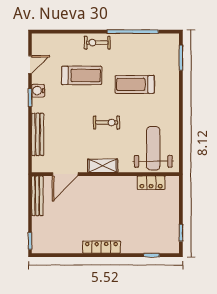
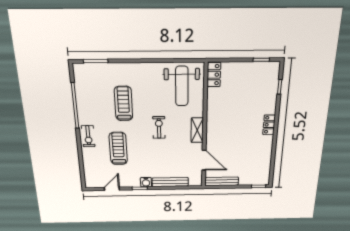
door: (30, 65) -> (112, 189), hinge flipped
treadmill: (135, 84) -> (123, 104), turned 180
water cooler: (38, 91) -> (146, 182), moved
weight bench: (153, 148) -> (182, 86), turned -90
locker: (151, 183) -> (214, 75), moved
locker: (101, 247) -> (269, 125), width x0.66

